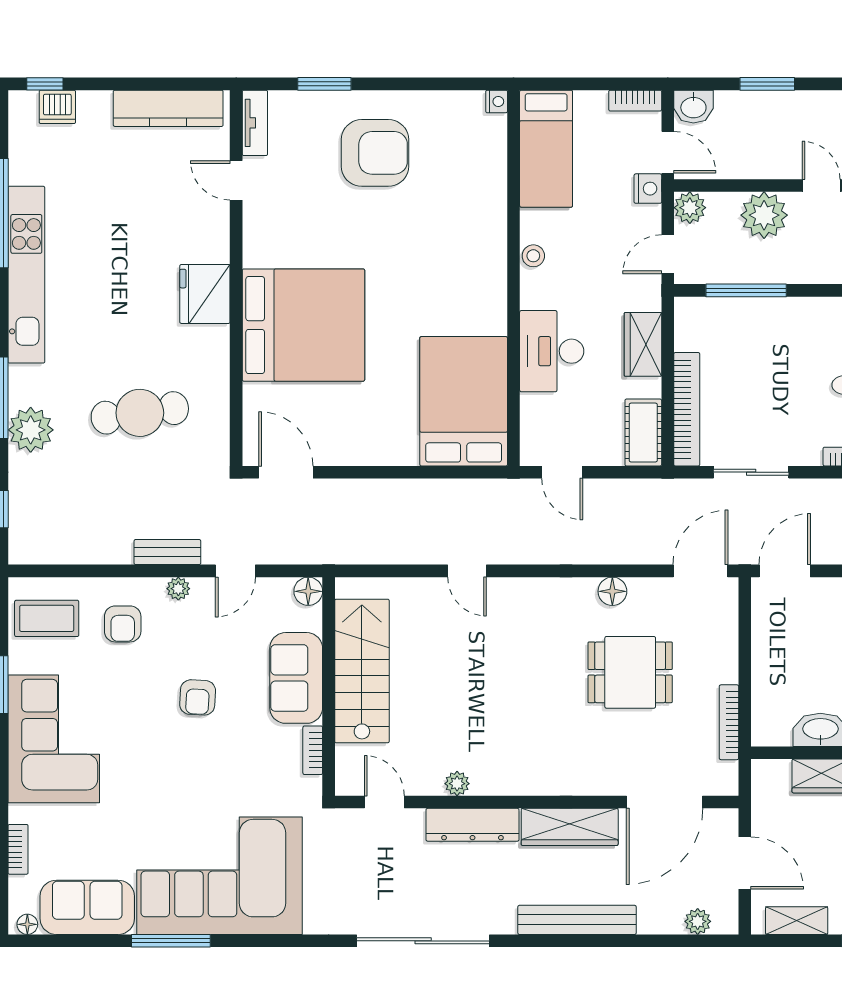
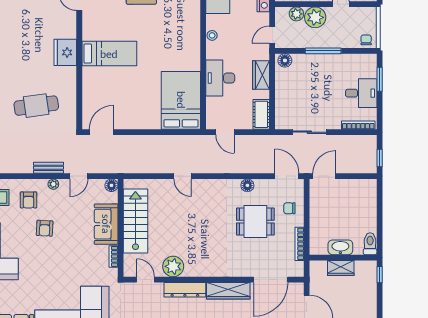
plant: (690, 208) -> (296, 14), moved
window: (746, 290) -> (323, 51), moved
floor lamp: (696, 312) -> (285, 60), added
bed: (303, 325) -> (109, 54), width x0.49
bookcase: (687, 409) -> (281, 104), removed
door: (286, 472) -> (101, 132), hinge flipped
door: (700, 571) -> (287, 176), hinge flipped
chair: (706, 643) -> (289, 208), added
armchair: (198, 697) -> (45, 228), moved
plant: (457, 784) -> (173, 266), width x1.88, depth x1.88

